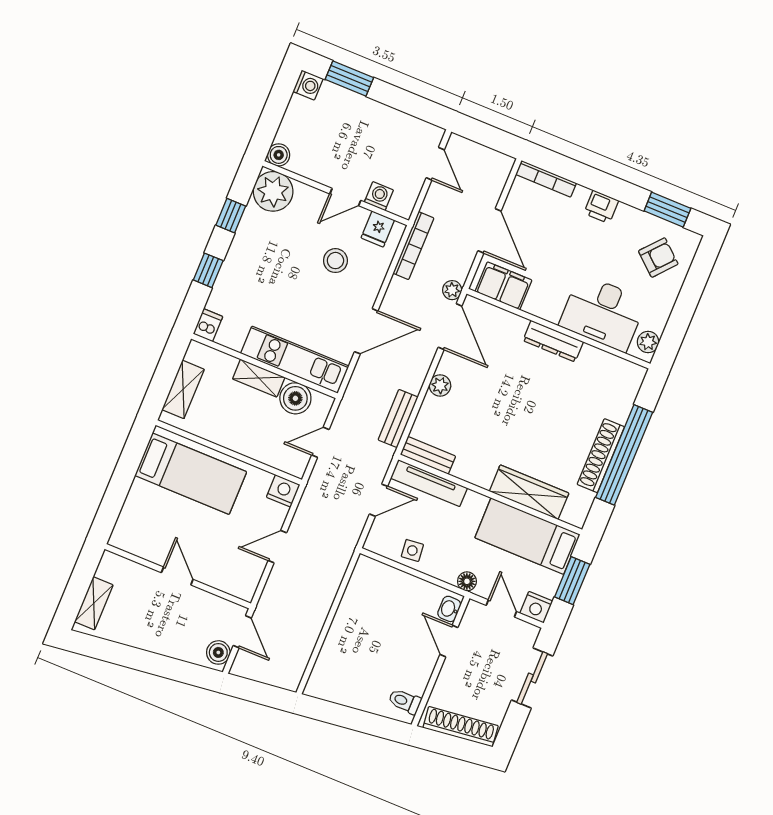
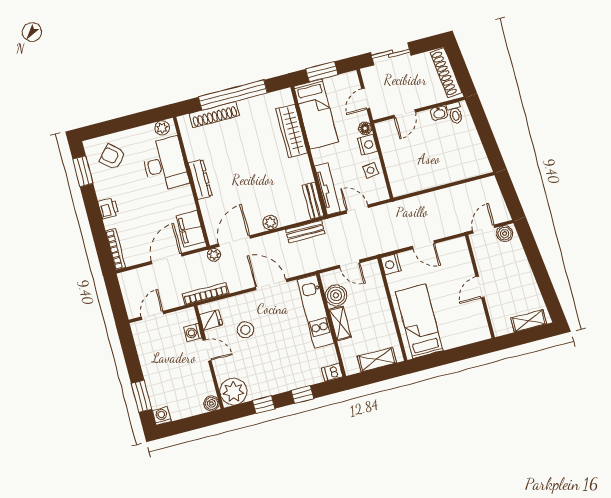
shoe rack: (601, 456) -> (214, 115), moved
nightstand: (536, 607) -> (368, 145), moved
washbasin: (449, 609) -> (439, 113), moved

